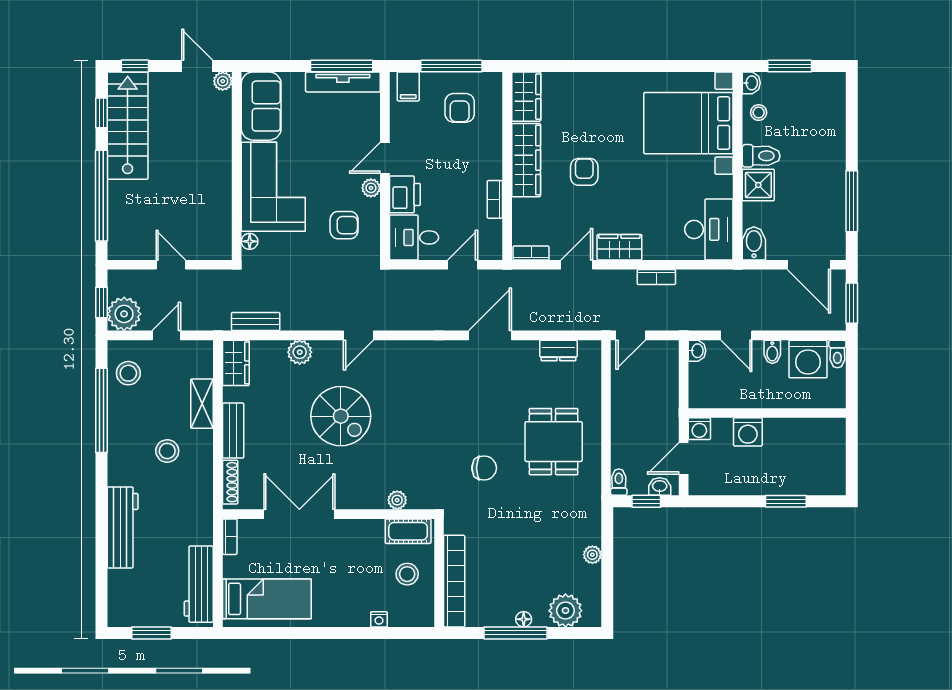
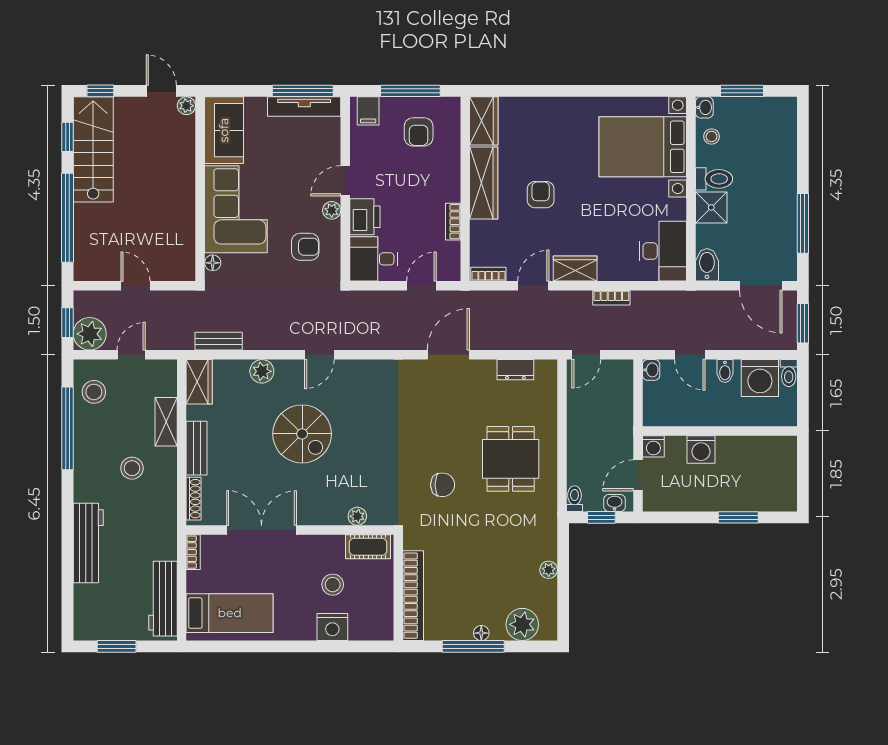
stool: (407, 574) -> (333, 585), moved
nightstand: (379, 619) -> (332, 627), width x1.89, depth x1.79

